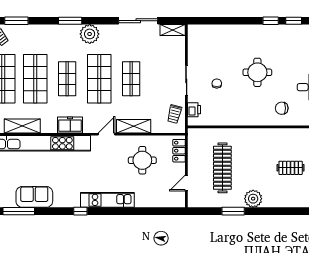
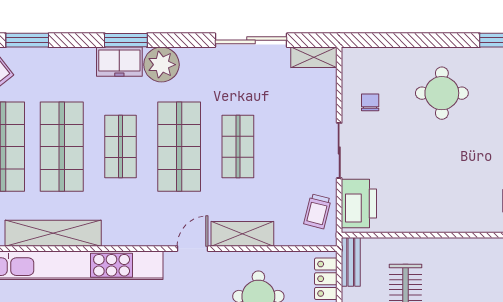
round table: (257, 72) -> (442, 93), moved
chair: (217, 83) -> (370, 102), moved
printer: (194, 110) -> (359, 204), width x1.87, depth x1.48
freezer: (70, 125) -> (119, 62), moved, turned 180
shelving: (22, 126) -> (53, 233), width x1.47
bench: (193, 141) -> (351, 262), added

